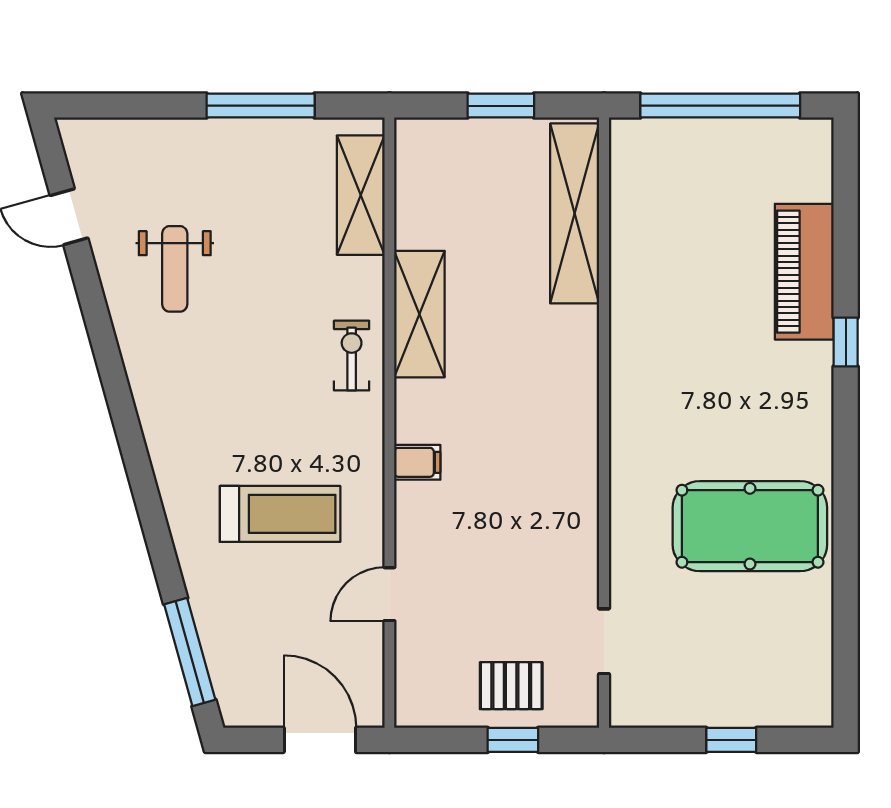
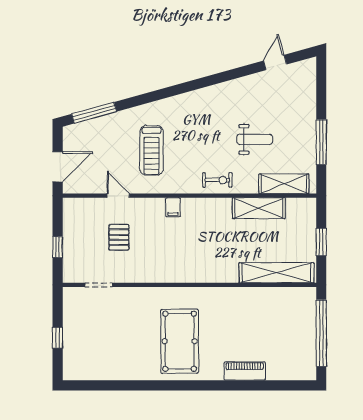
weight bench: (175, 269) -> (255, 139), moved, turned 180
piano: (804, 272) -> (245, 371), width x0.73, depth x0.75
shelving: (419, 314) -> (259, 208), moved
window: (846, 342) -> (223, 385), removed
pool table: (750, 526) -> (180, 341), moved
pallet: (511, 686) -> (119, 237), moved

